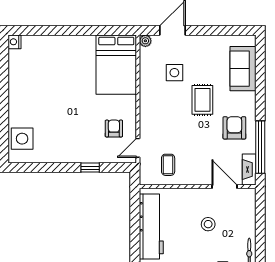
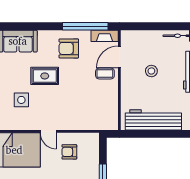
door: (138, 148) -> (48, 131), moved
coffee table: (168, 165) -> (105, 73), moved

